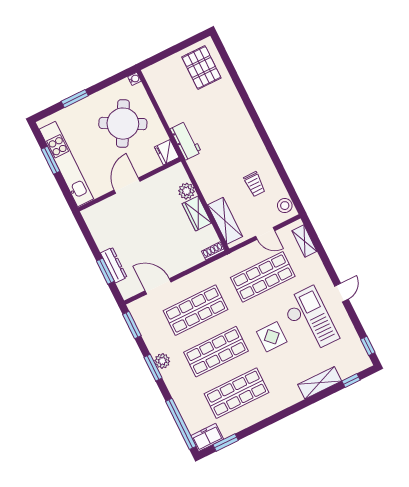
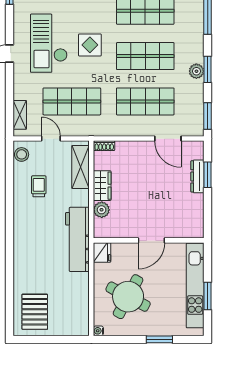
workbench: (186, 141) -> (77, 239), width x1.88, depth x1.32

